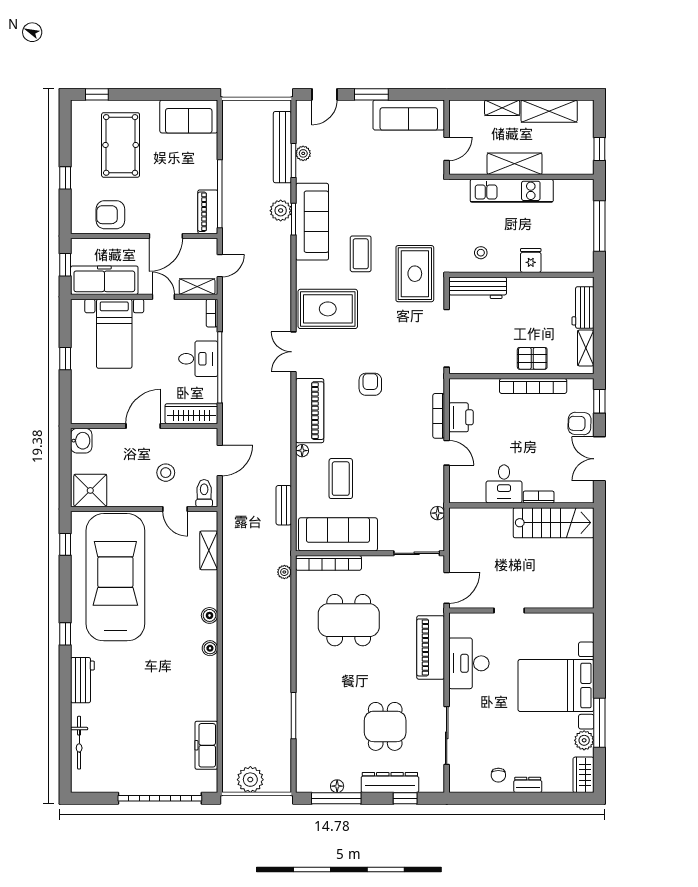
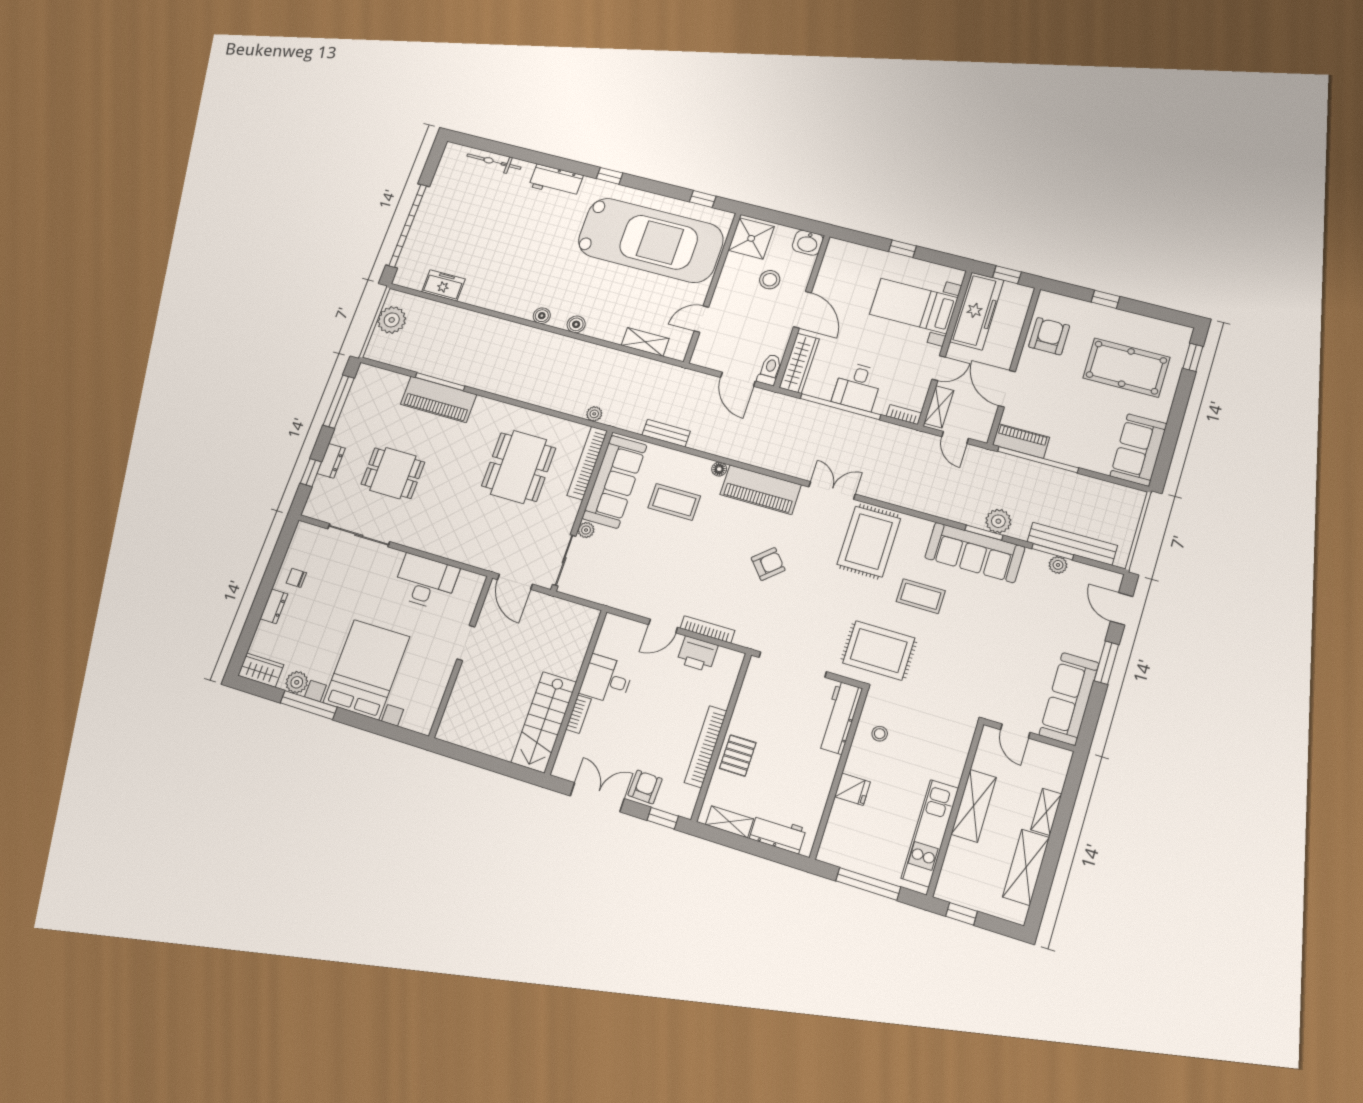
kitchen unit: (512, 191) -> (930, 833), moved
armchair: (370, 384) -> (768, 564), turned -41
stool: (166, 473) -> (770, 280), moved
toilet: (204, 493) -> (770, 370), moved, turned -90
floor lamp: (438, 513) -> (600, 596), removed
plant: (386, 544) -> (586, 530), added
piano: (431, 647) -> (439, 399), moved, turned 180
freezer: (206, 745) -> (443, 285), width x0.71
dresser: (390, 782) -> (331, 461), width x0.51, depth x0.80
floor lamp: (337, 786) -> (351, 406), removed

